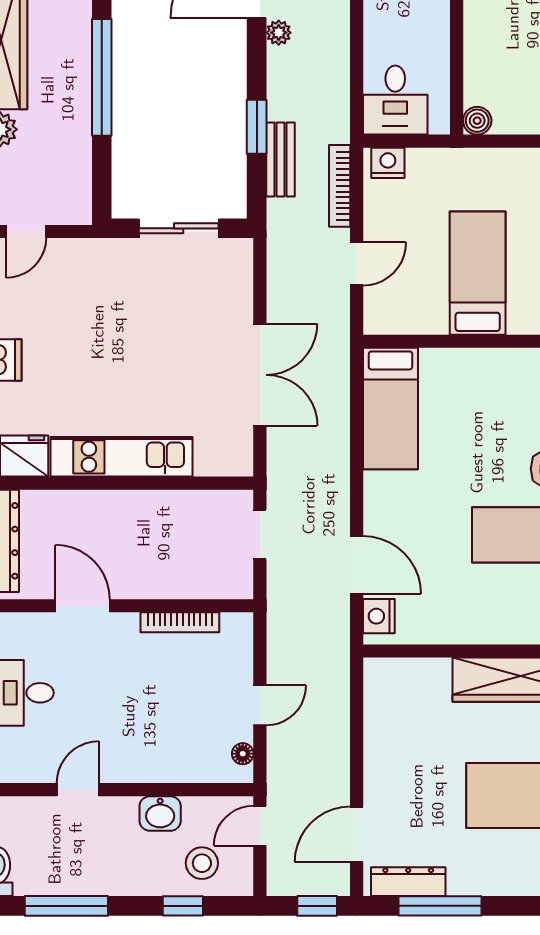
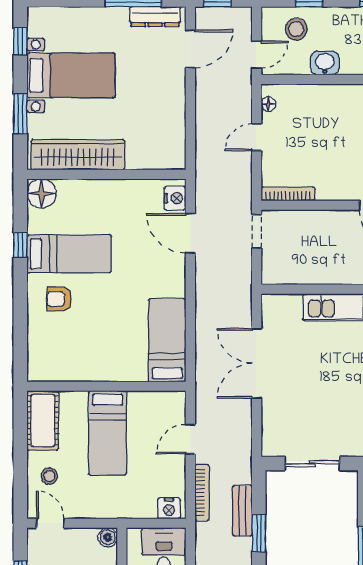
doorway: (260, 535) -> (257, 231), moved
bookcase: (180, 622) -> (288, 194), moved

